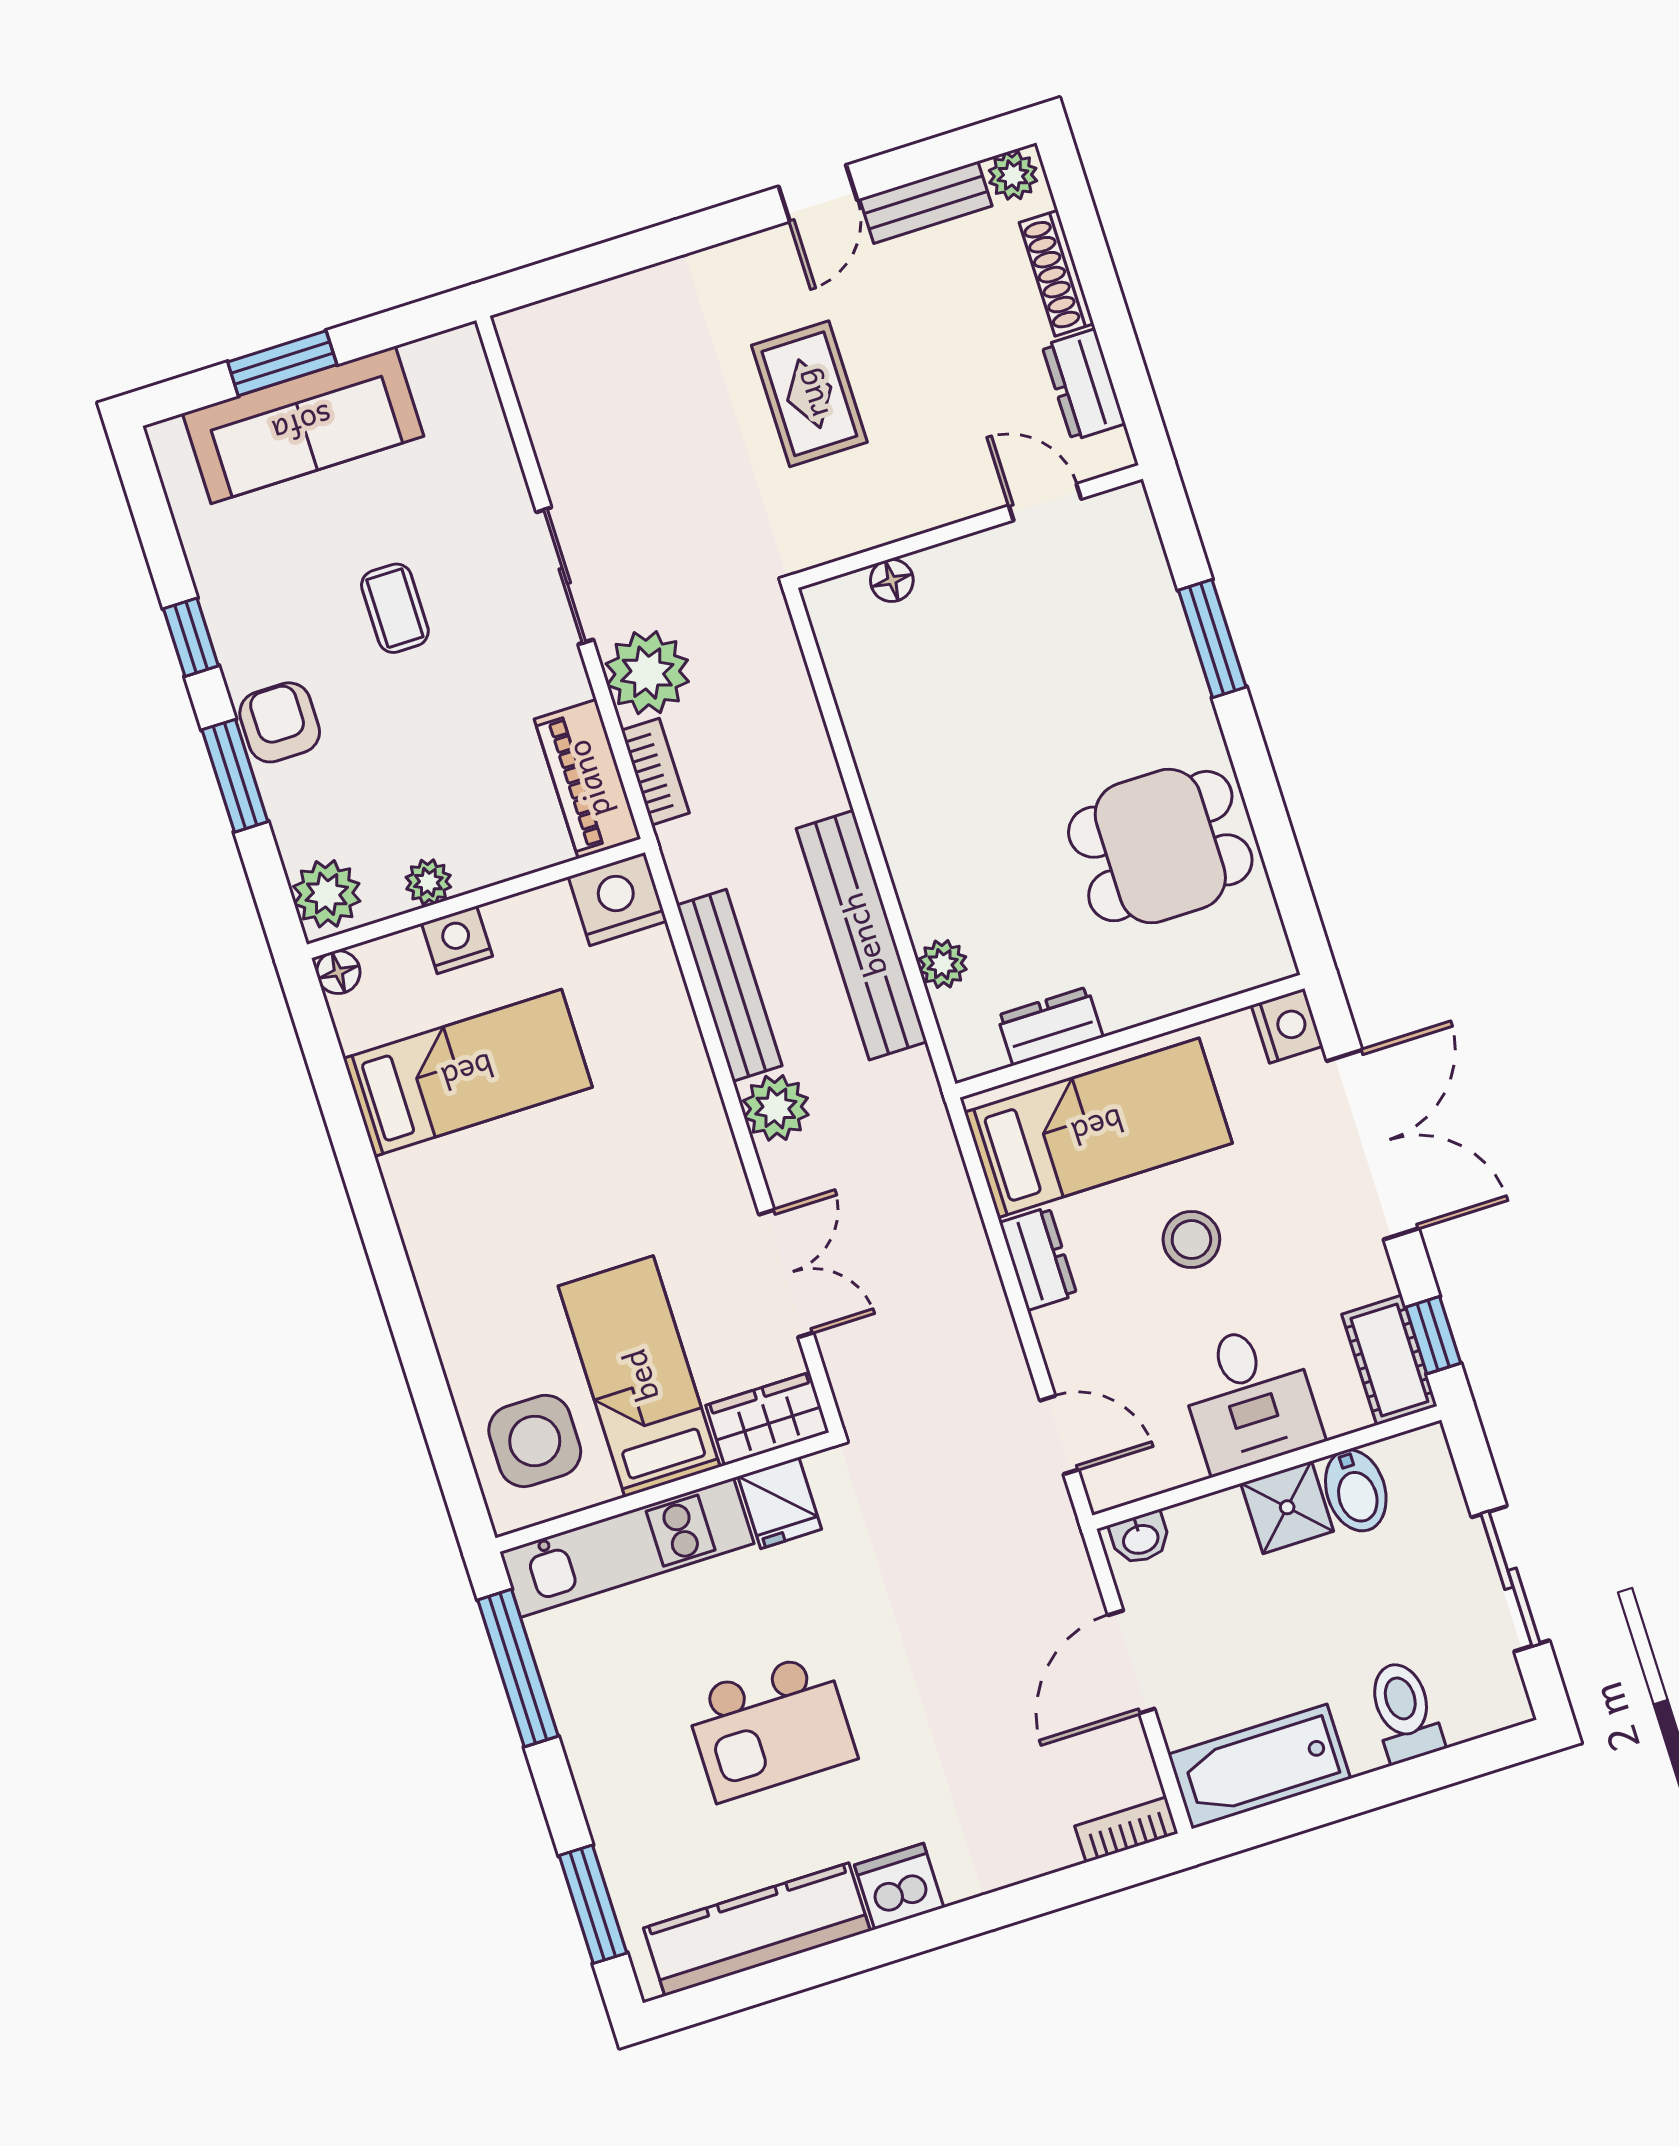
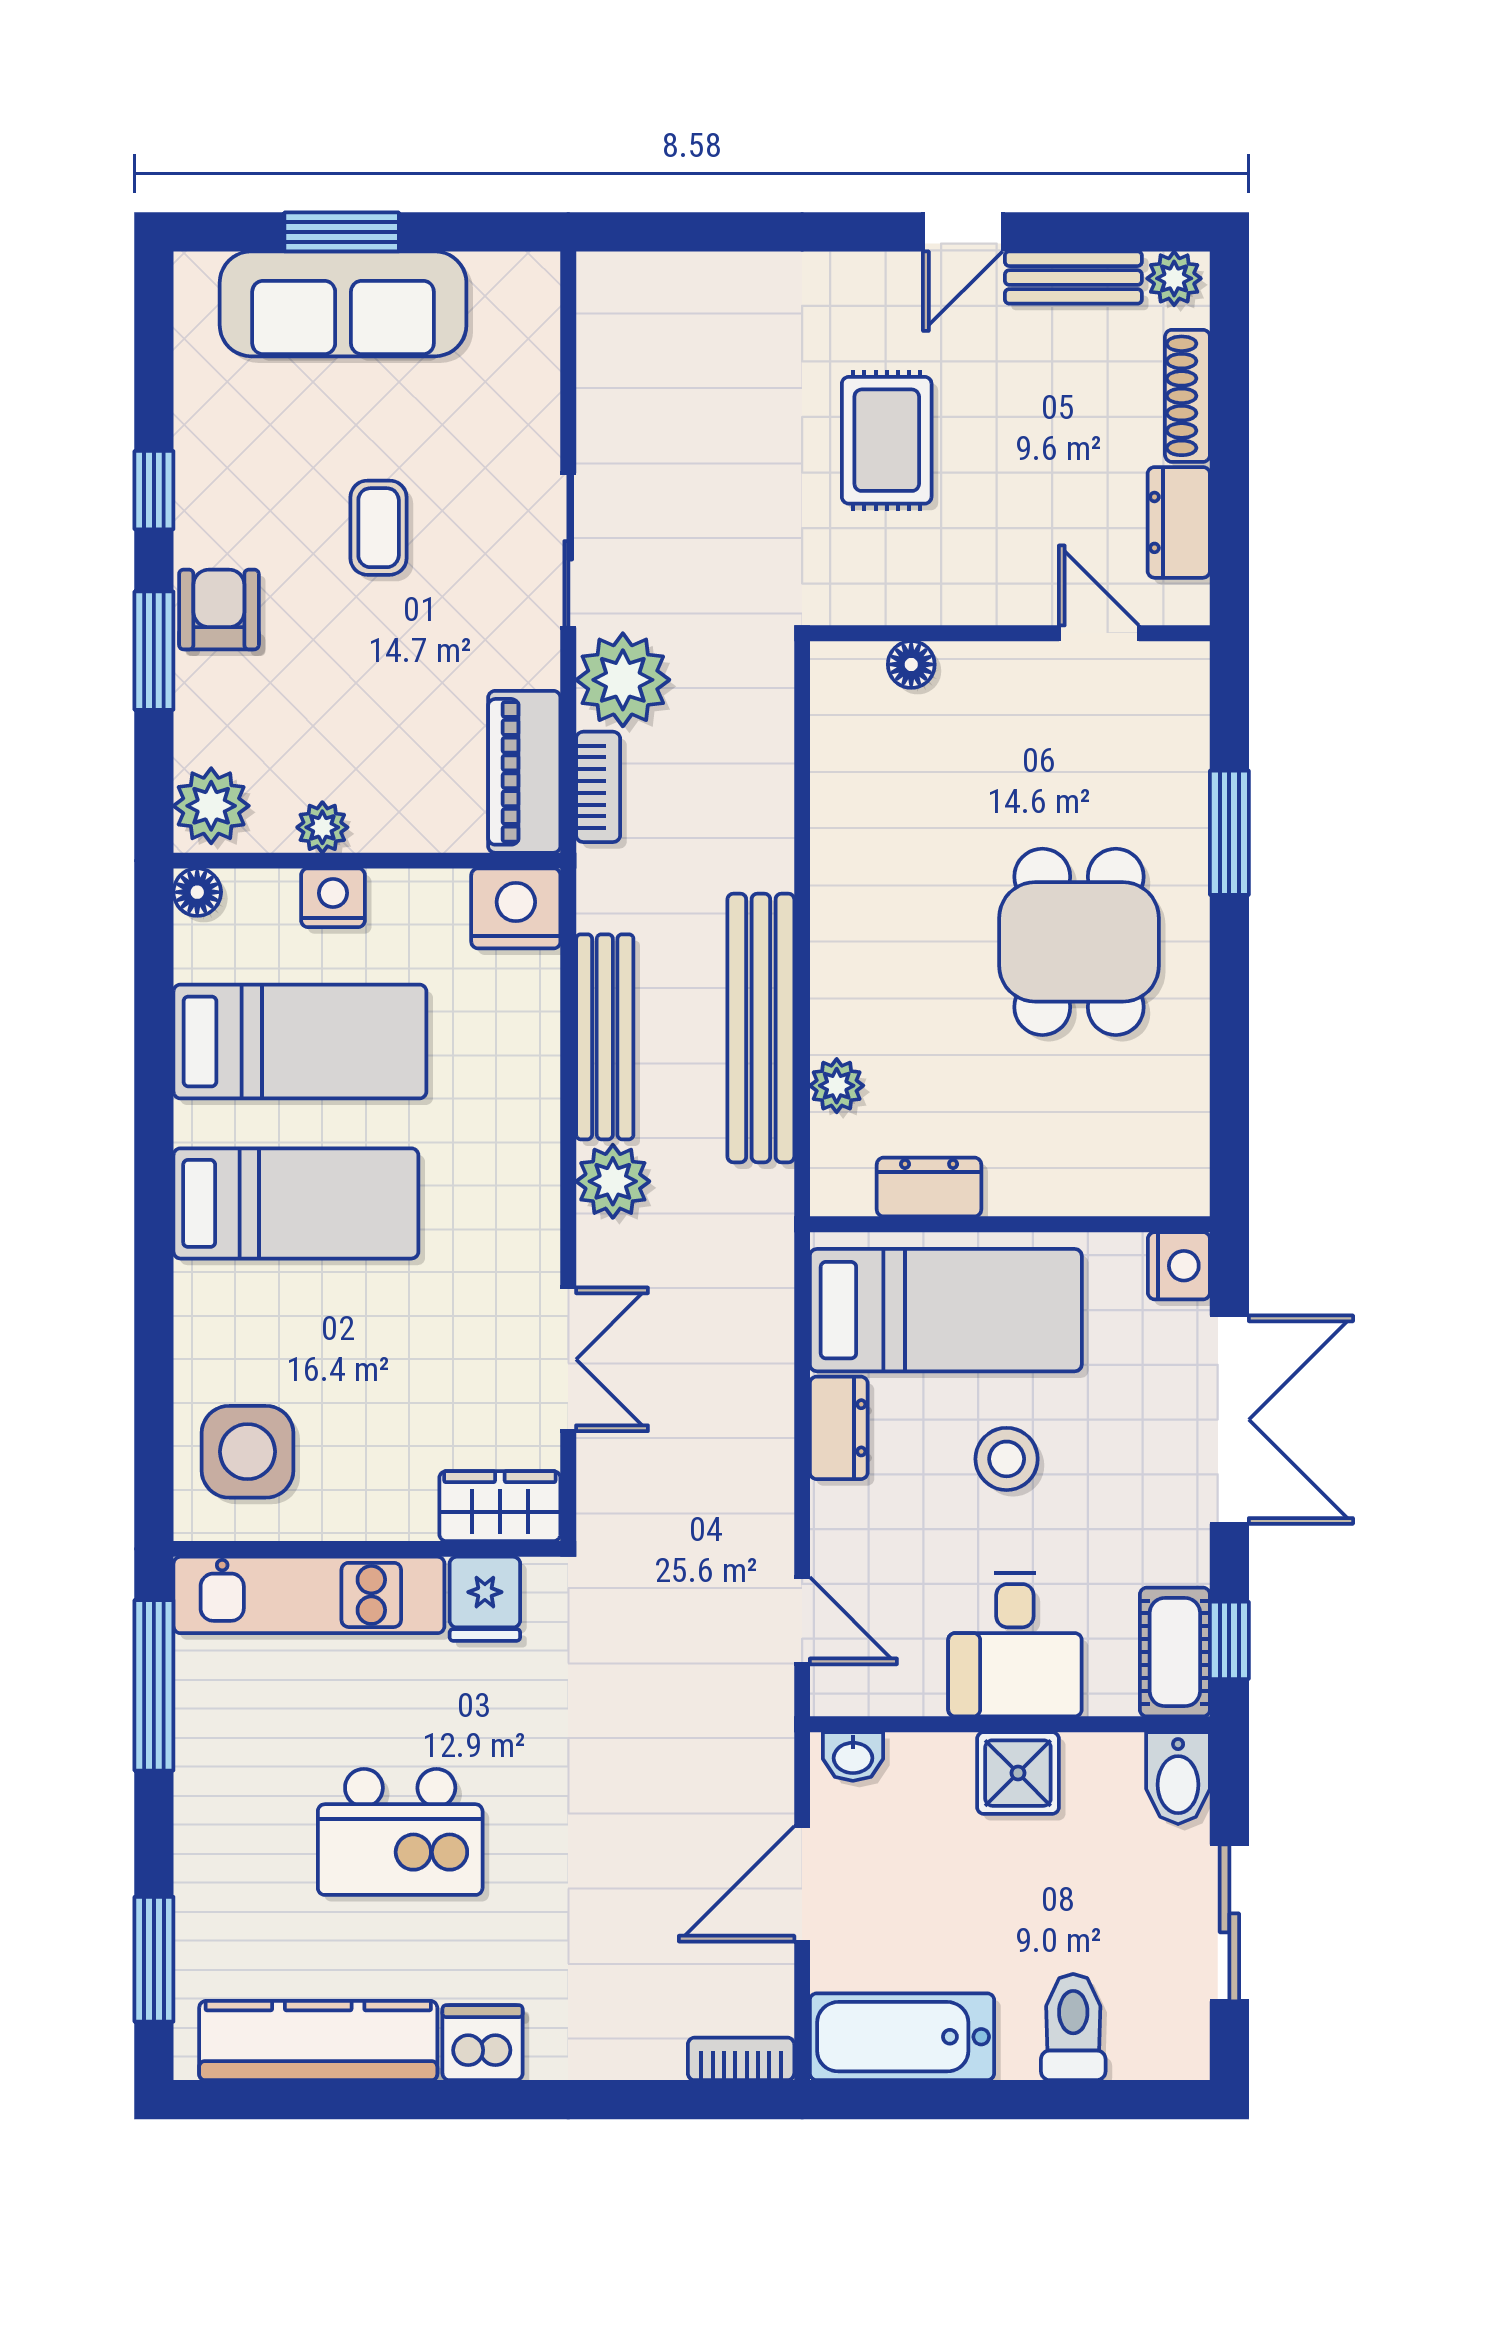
dining table: (1160, 846) -> (1079, 942), moved, turned 90
bed: (639, 1376) -> (296, 1203), moved, turned 90
bidet: (1356, 1490) -> (1178, 1778), moved

